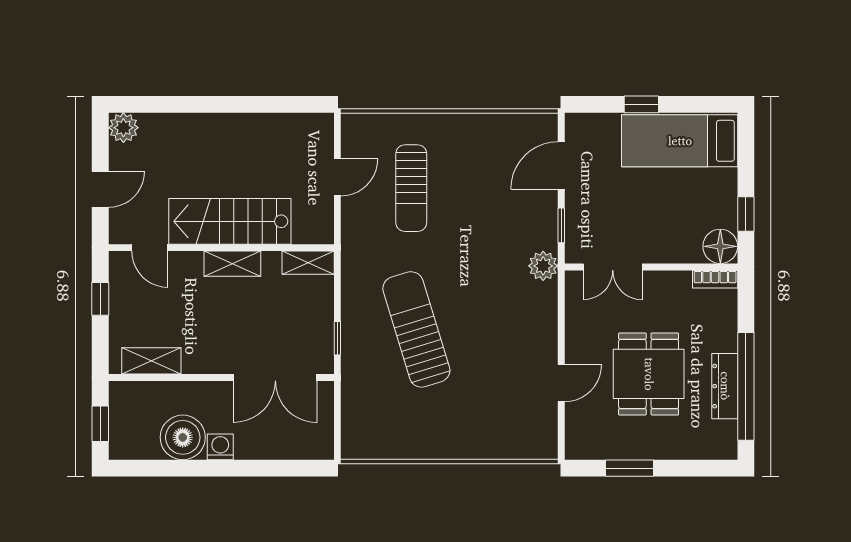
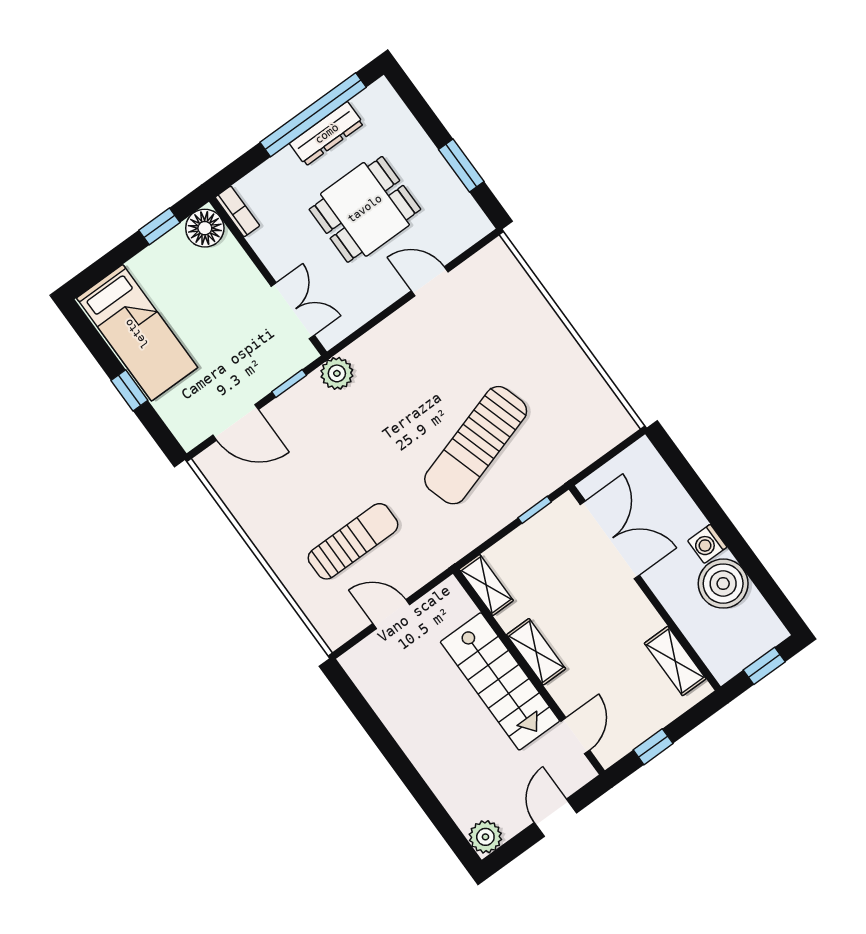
door: (100, 189) -> (555, 818), hinge flipped

